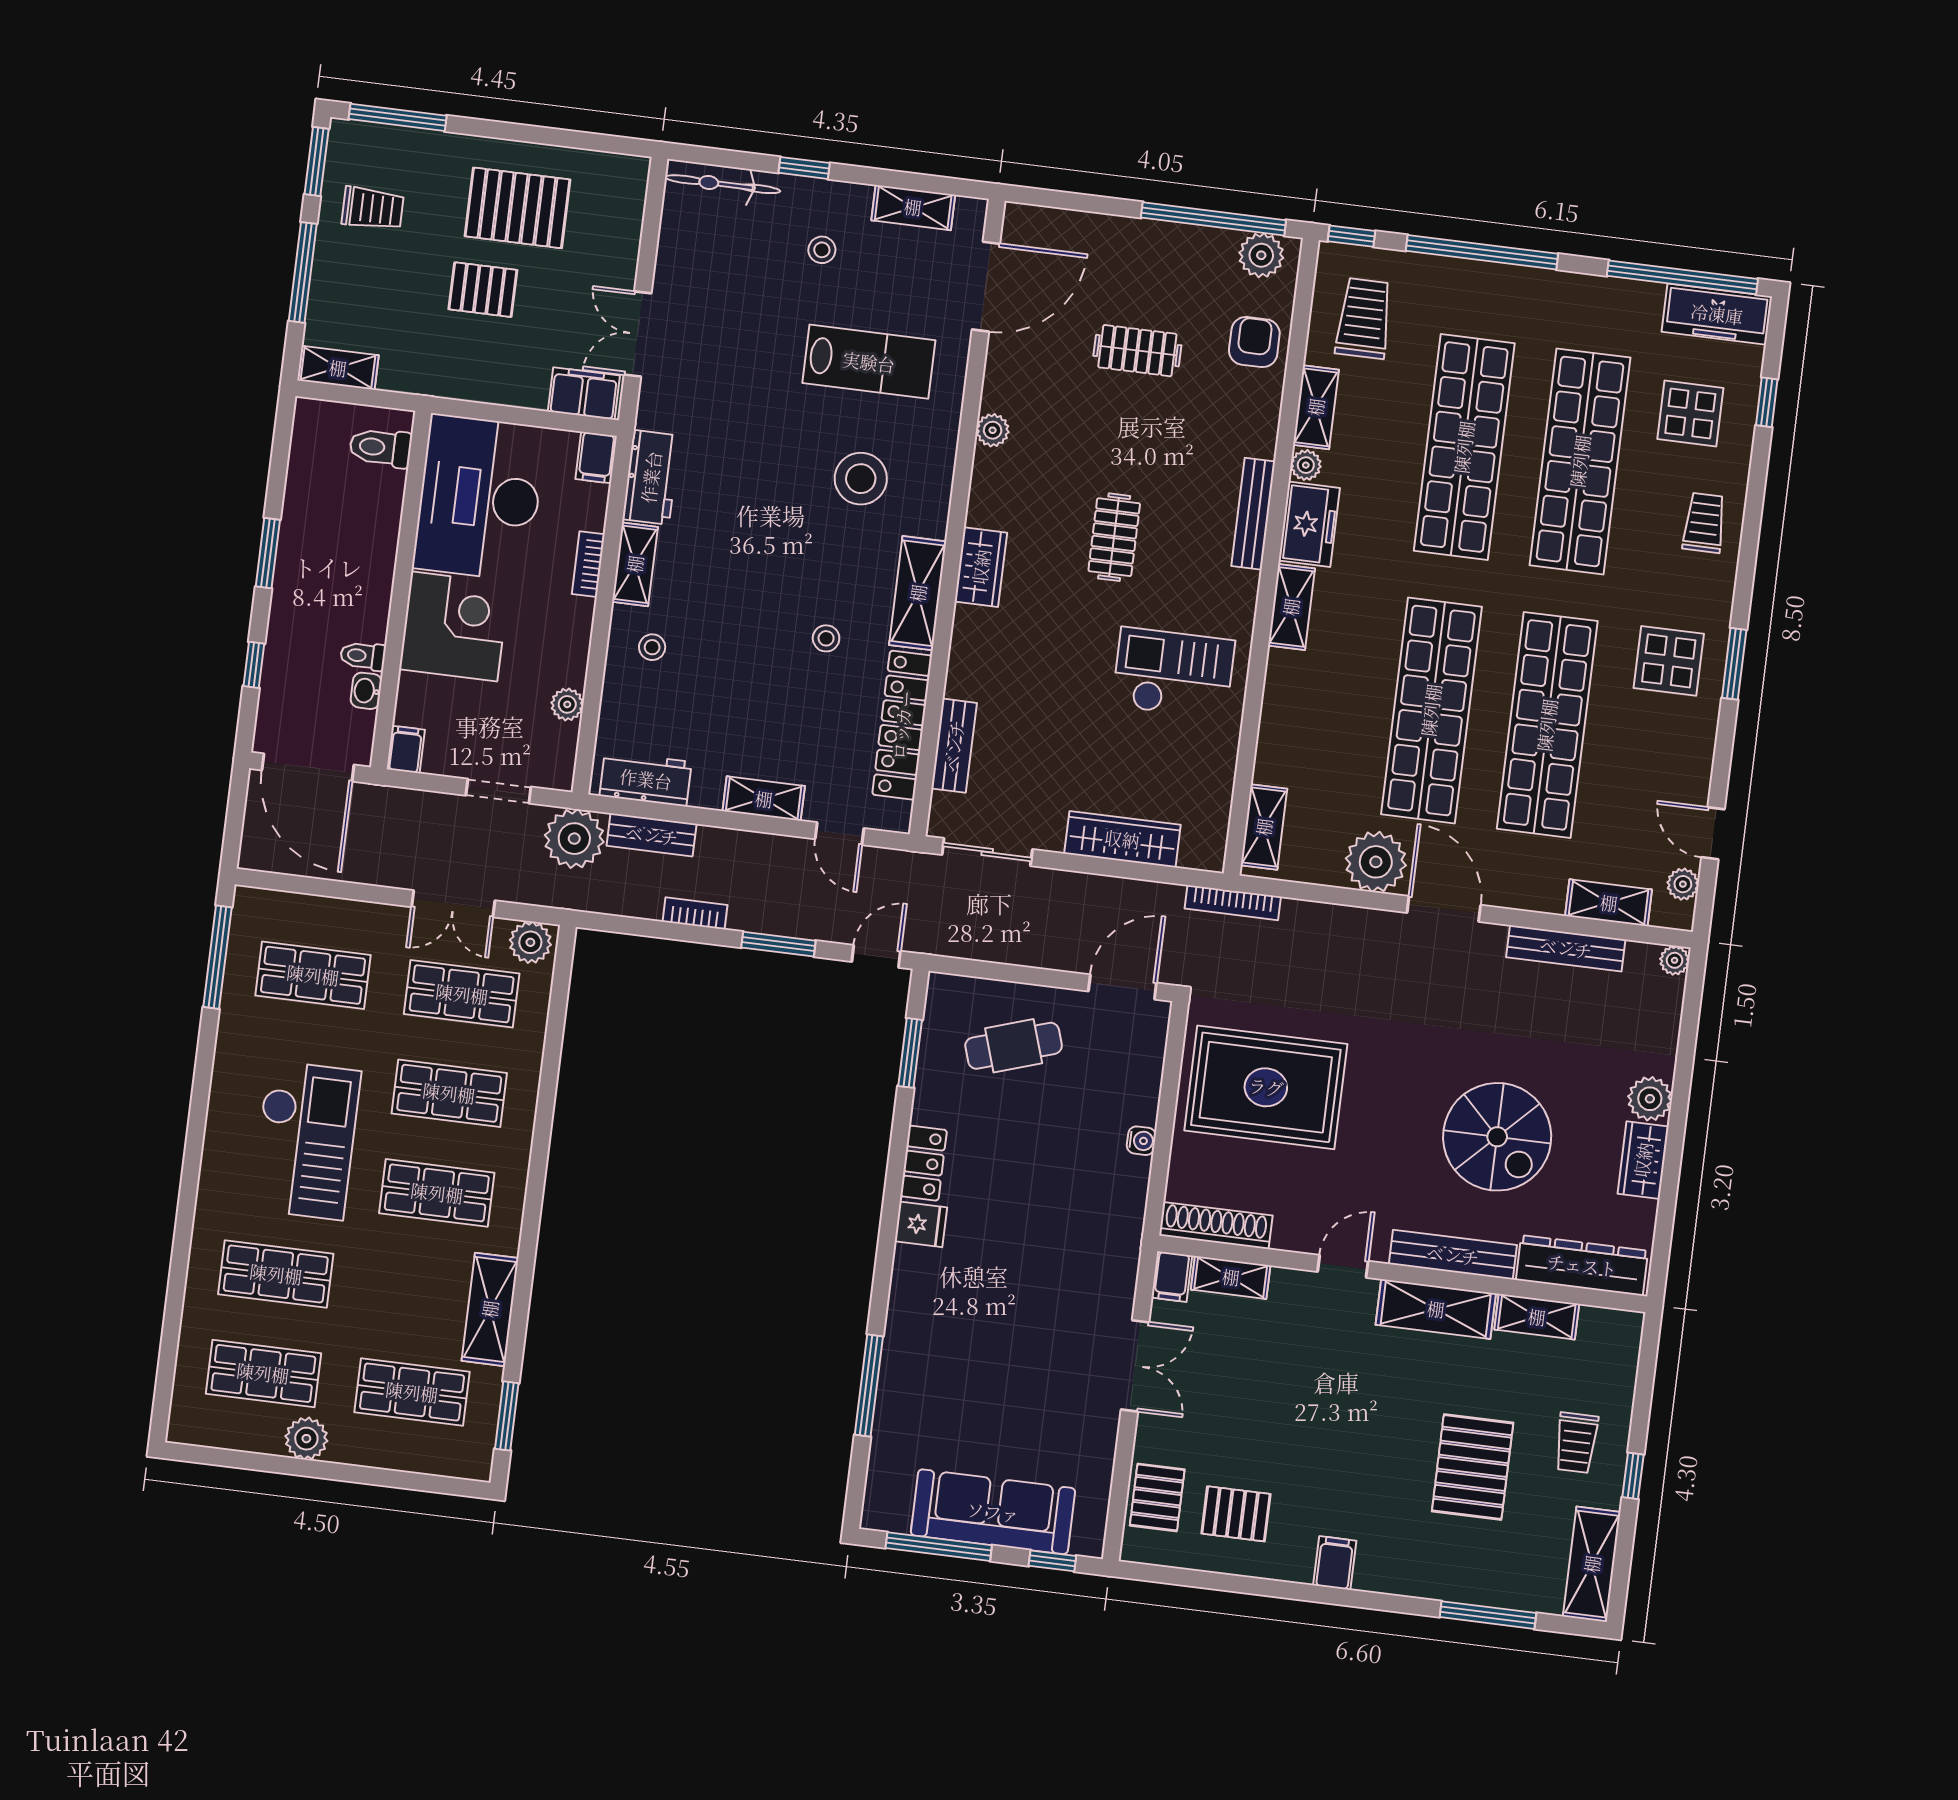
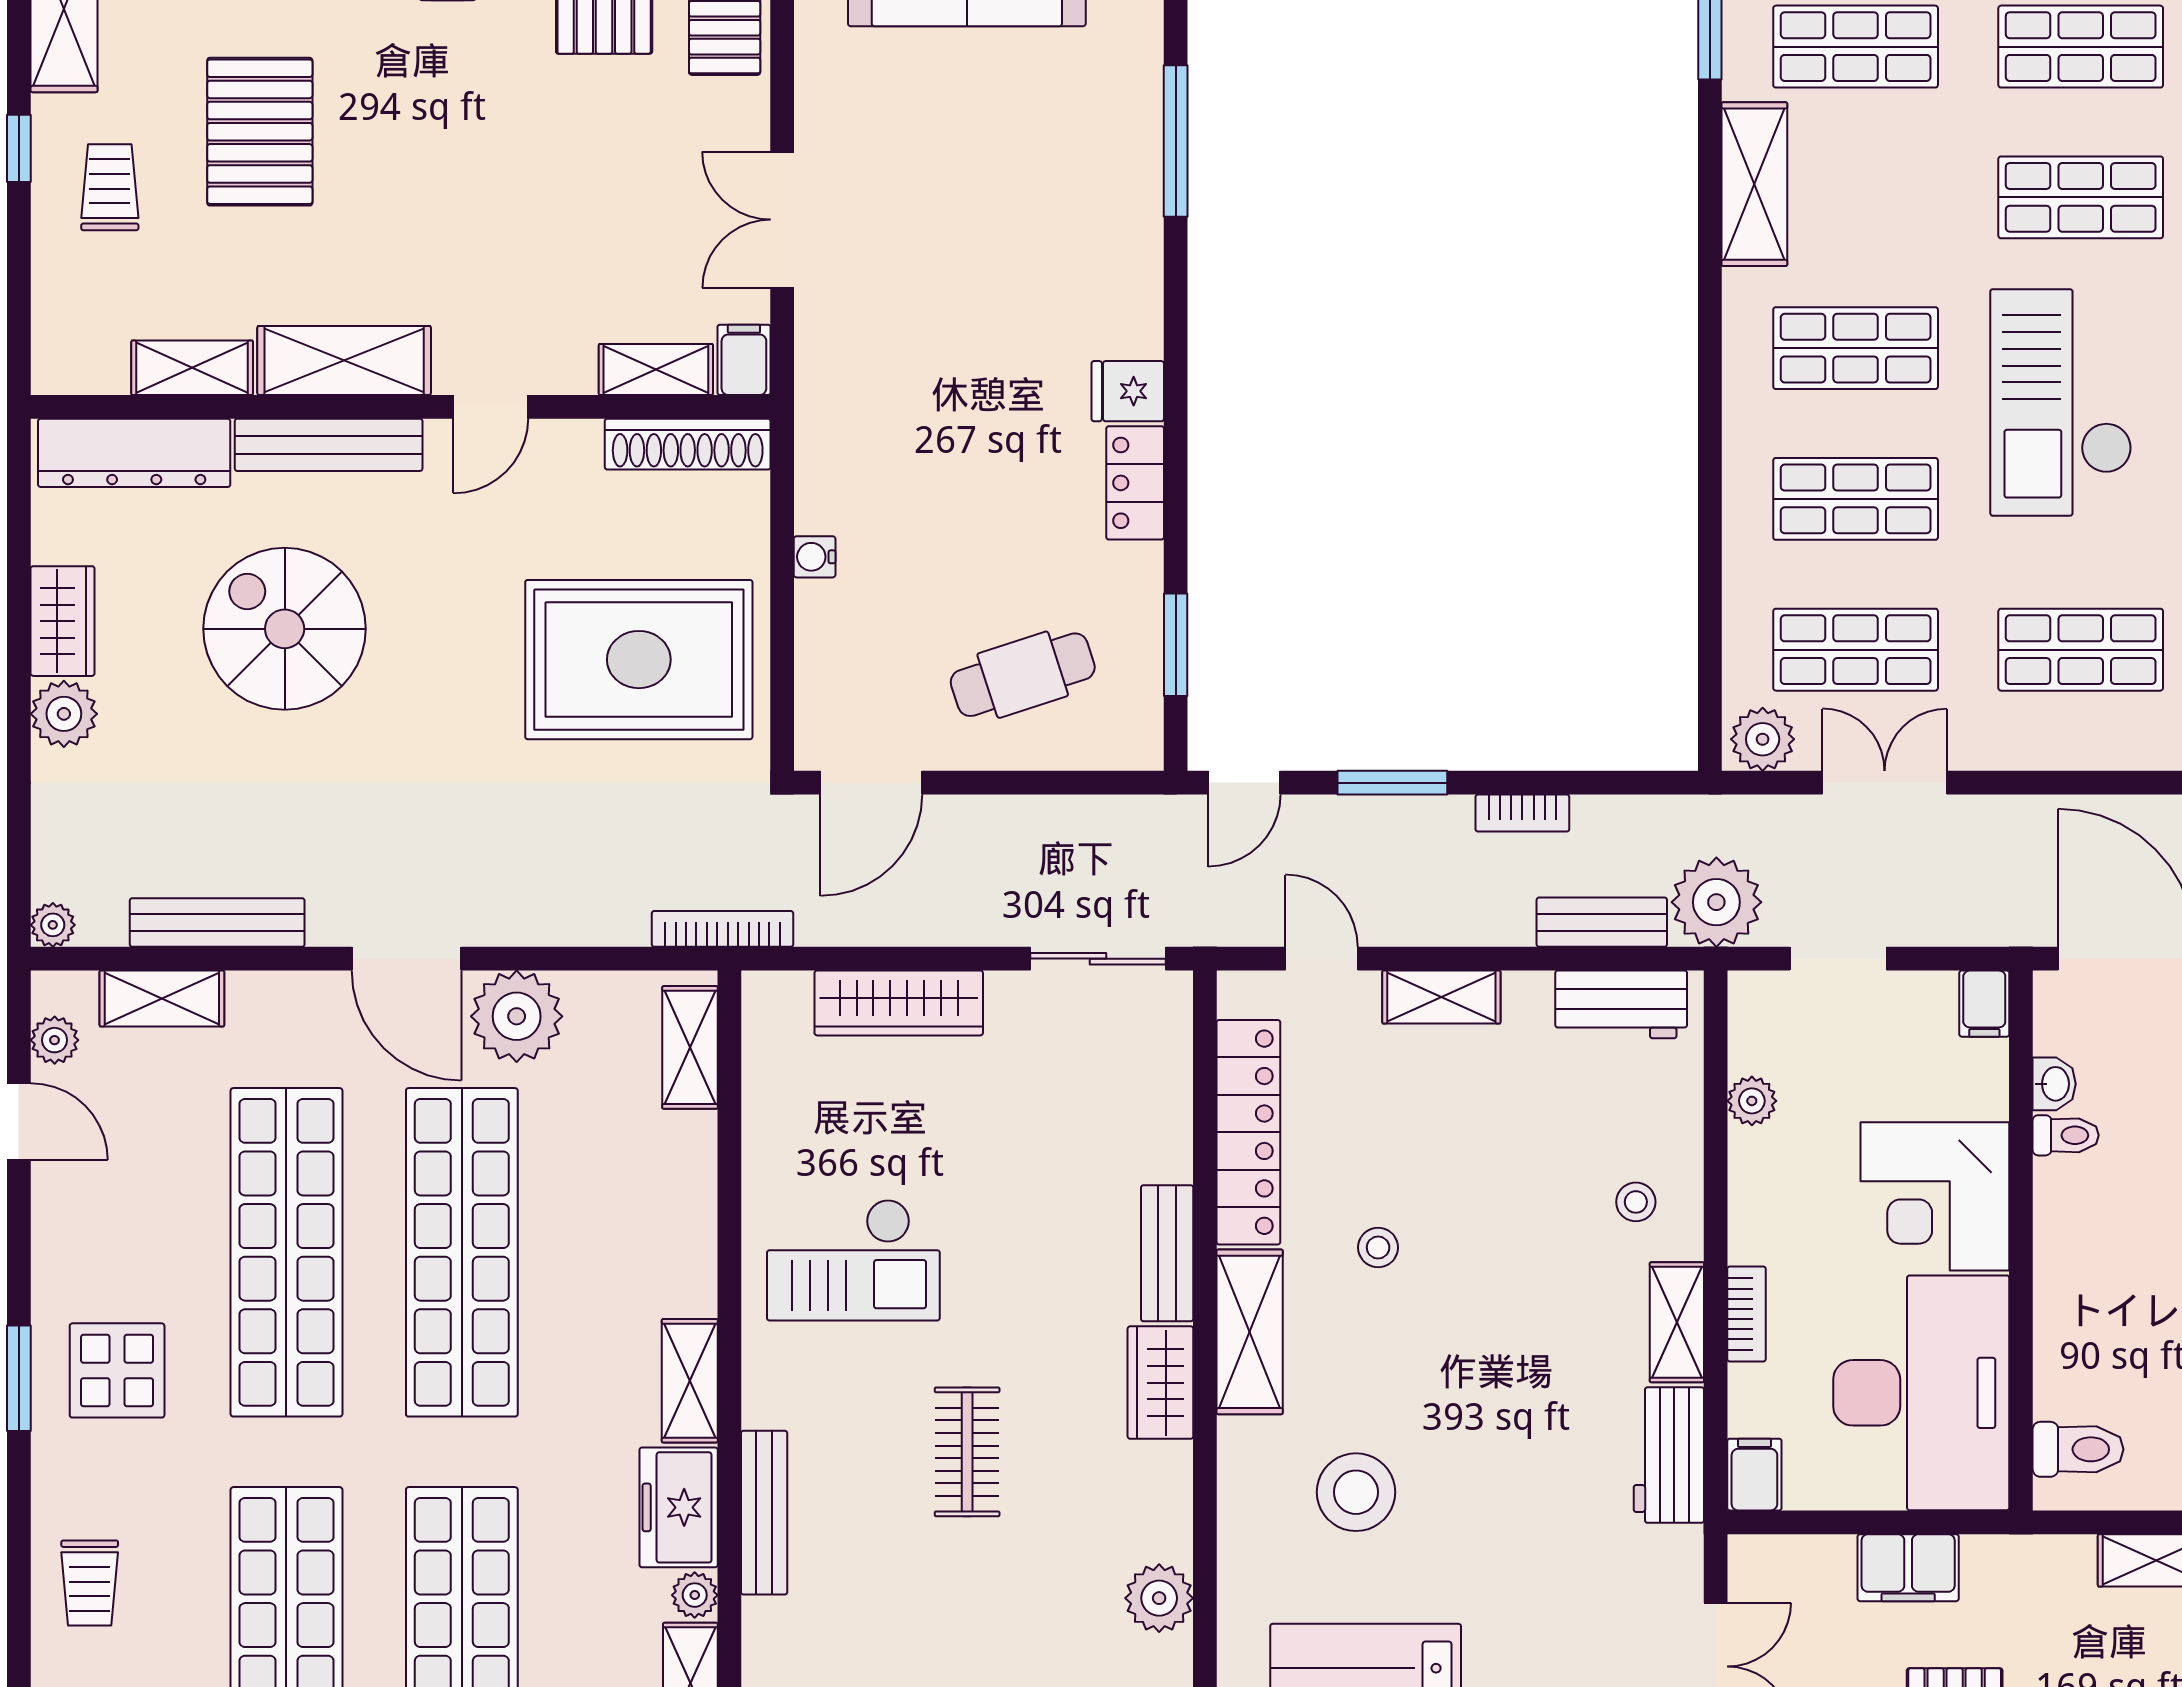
filing cabinet: (584, 393) -> (1908, 1568), moved
plant: (993, 430) -> (1159, 1598), width x1.38, depth x1.38
bench: (954, 746) -> (1167, 1253), moved

